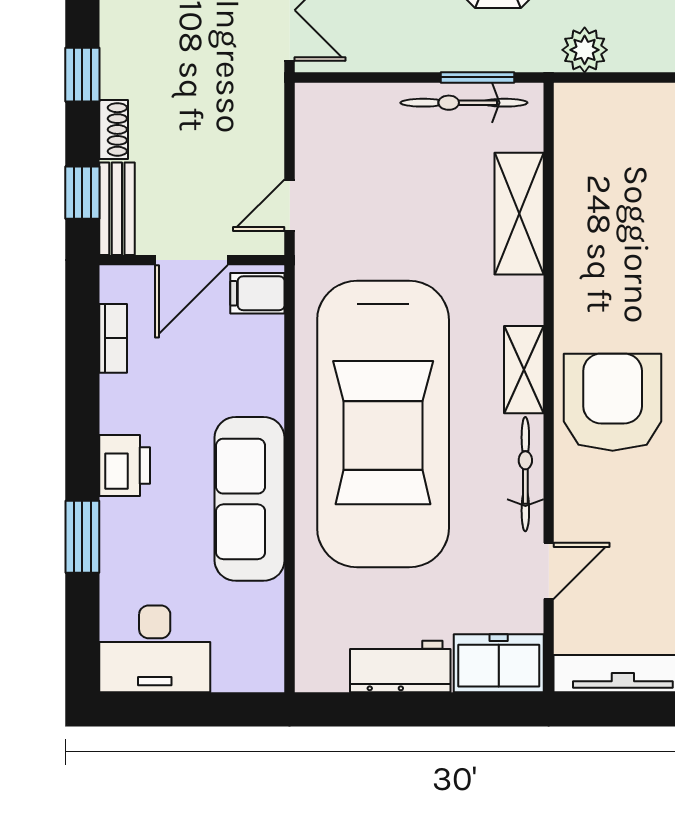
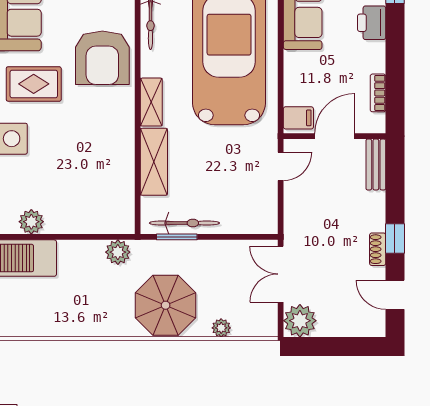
shoe rack: (114, 129) -> (378, 249), moved
window: (82, 193) -> (395, 173), removed
shelving: (524, 370) -> (151, 102), moved

